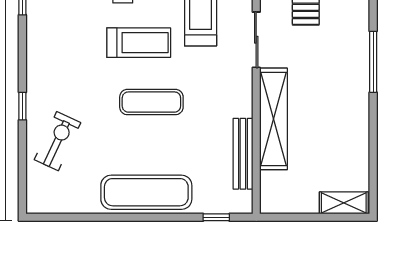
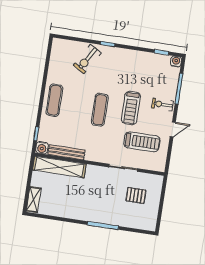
shelving: (274, 119) -> (59, 167), moved
exercise bike: (58, 141) -> (87, 59), turned 96
exercise mat: (146, 192) -> (54, 100), width x0.73, depth x0.69
water cooler: (241, 202) -> (42, 148), added

